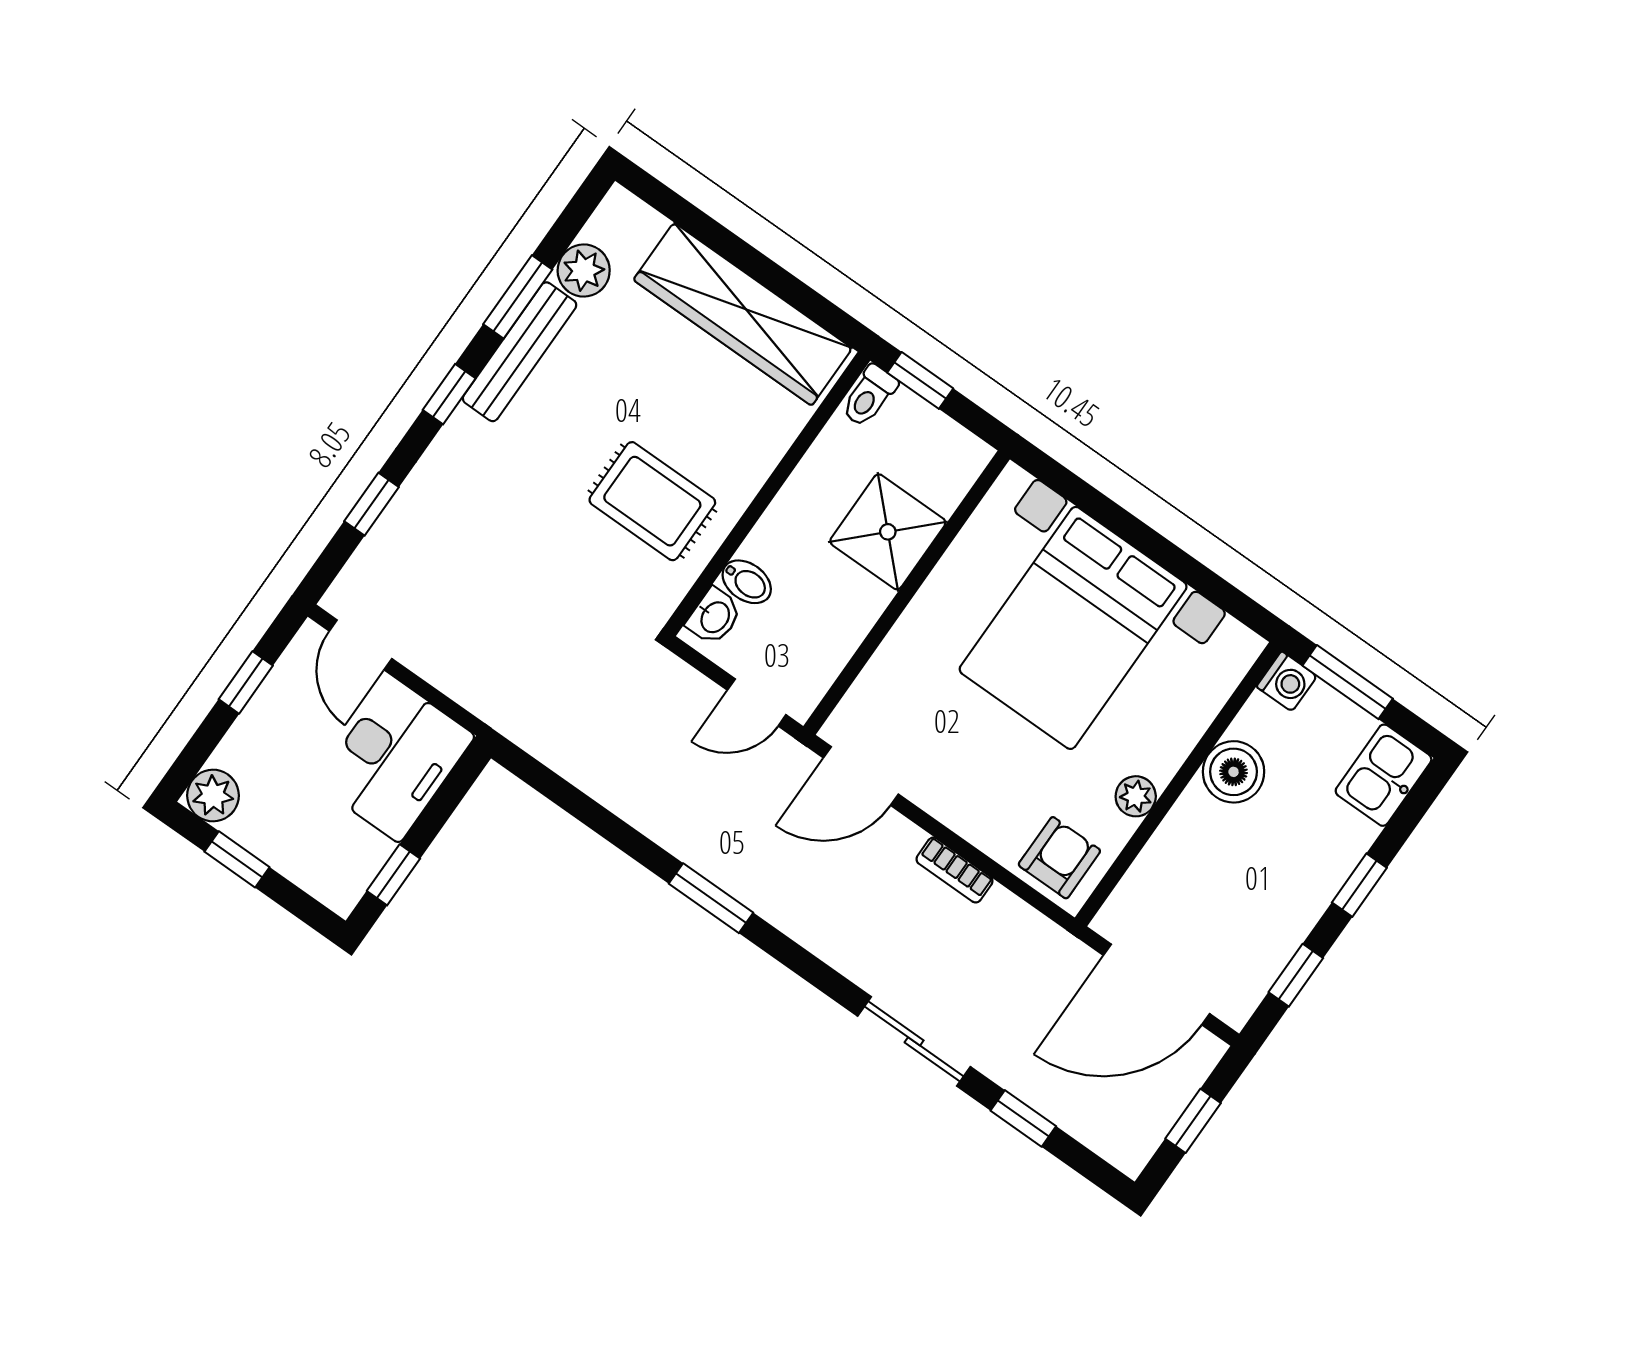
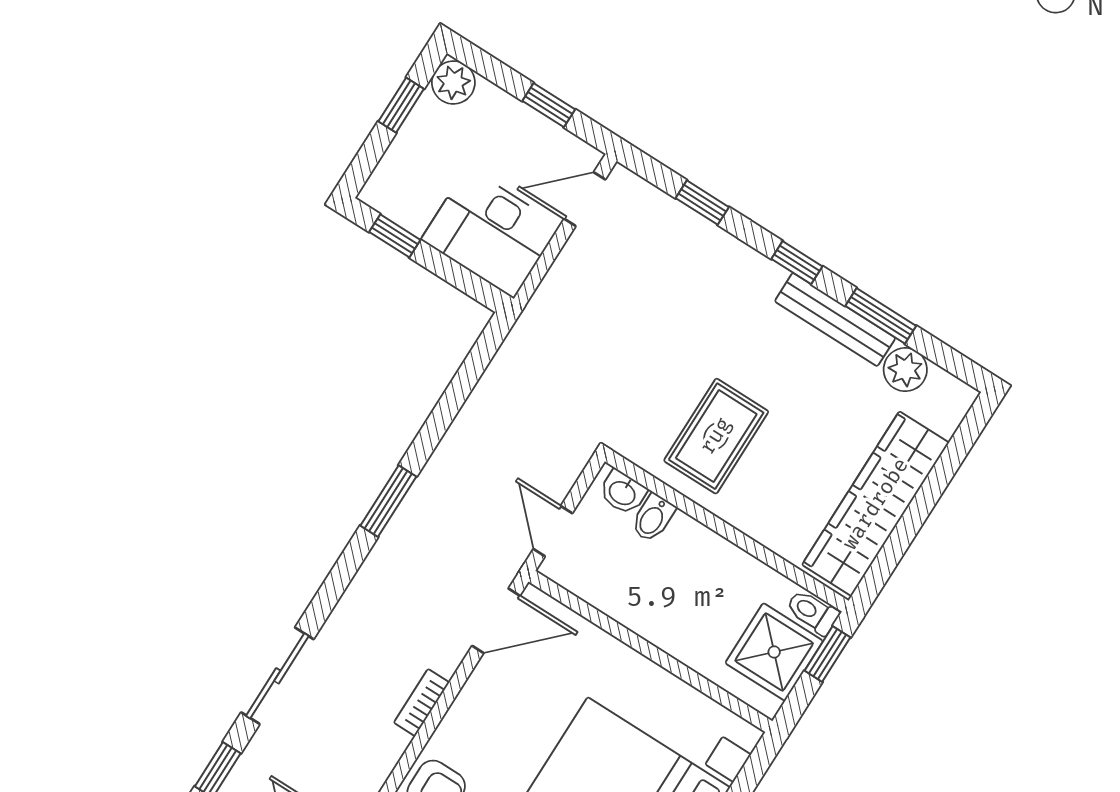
shower: (888, 532) -> (774, 652), moved
door: (861, 776) -> (496, 621), swing flipped

